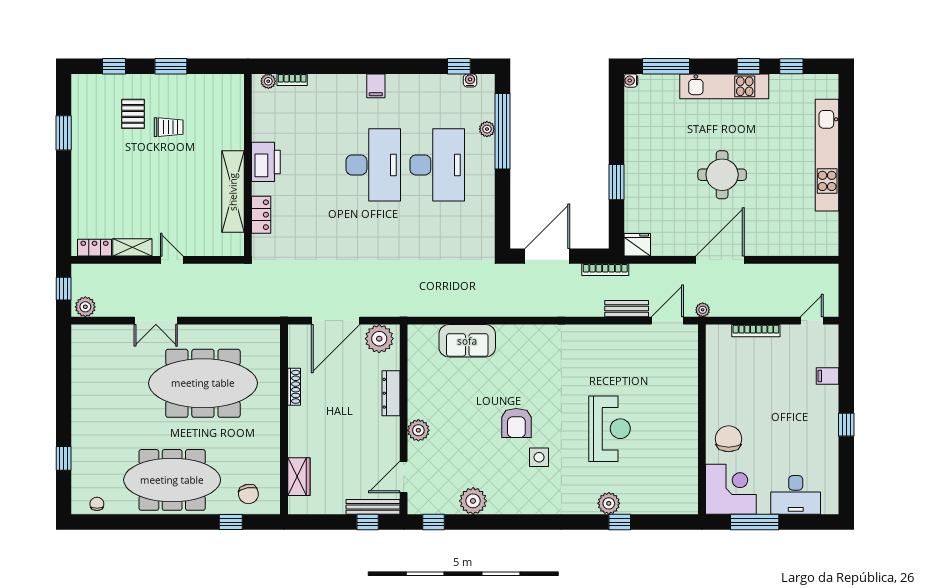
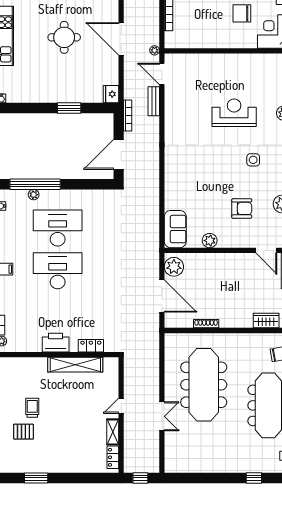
door: (547, 256) -> (119, 154), hinge flipped
plant: (85, 307) -> (152, 463), removed
sofa: (467, 341) -> (175, 229), moved
dresser: (391, 393) -> (210, 259), removed
armchair: (516, 423) -> (242, 208), moved
plant: (418, 430) -> (210, 241), moved
chair: (729, 439) -> (242, 13), moved

